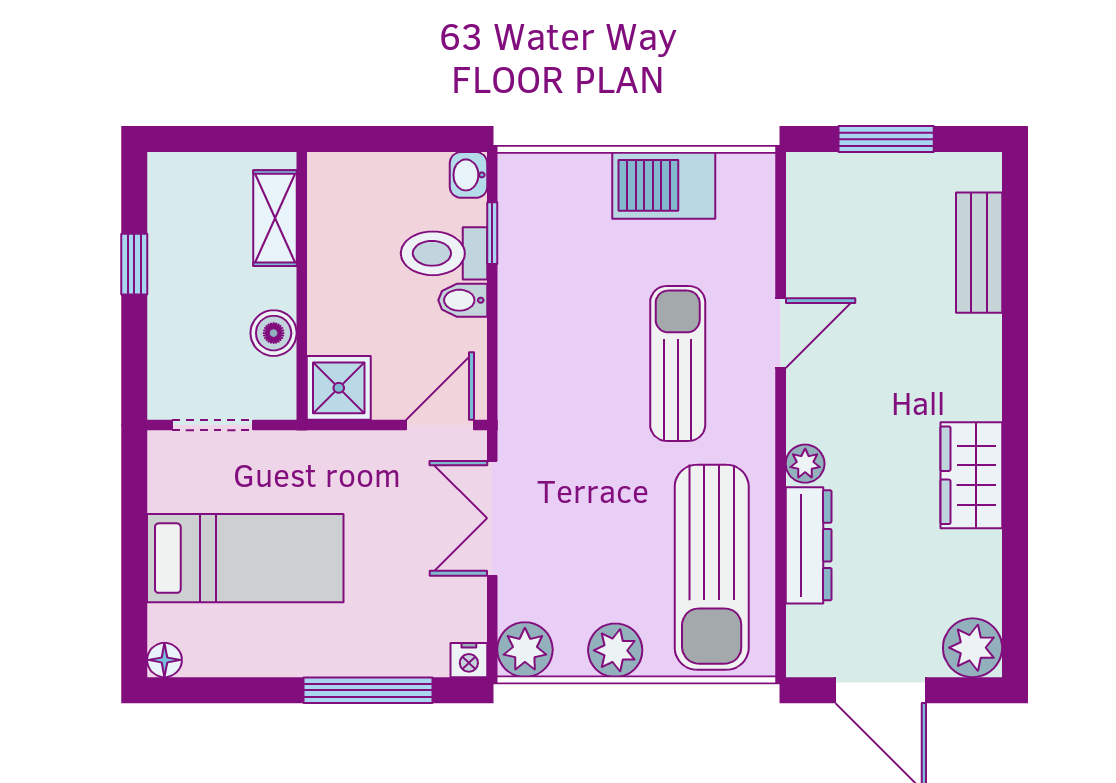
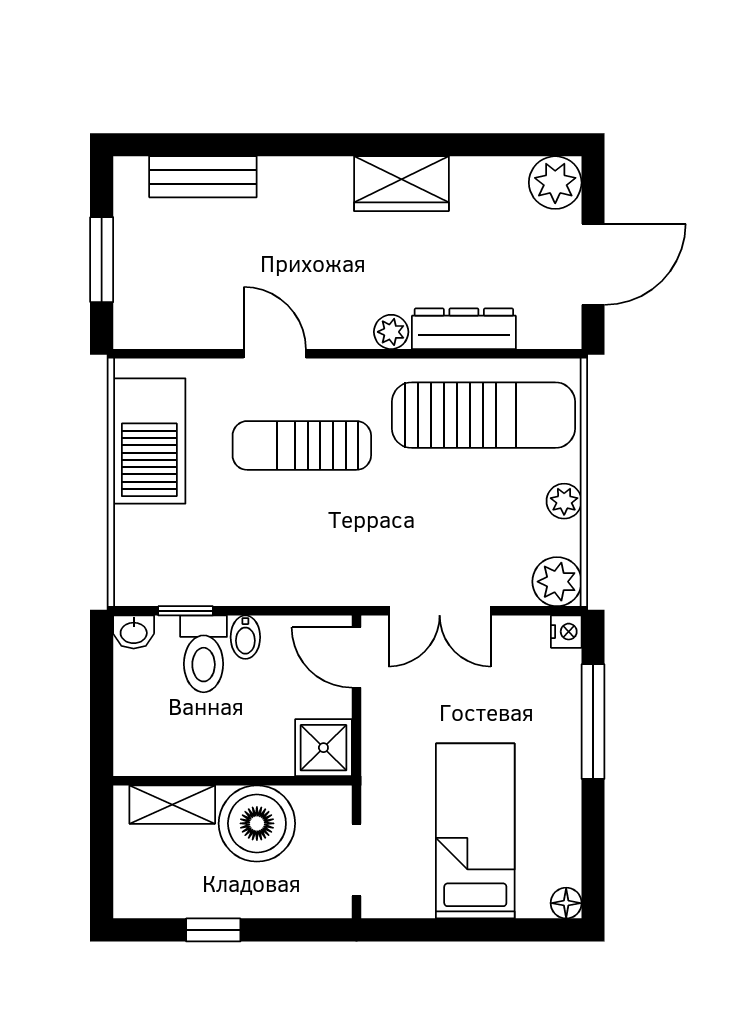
barbecue: (664, 185) -> (149, 441), width x1.37, depth x1.21
boiler: (274, 333) -> (257, 823), width x1.86, depth x1.86
plant: (615, 650) -> (564, 501), width x0.73, depth x0.73

